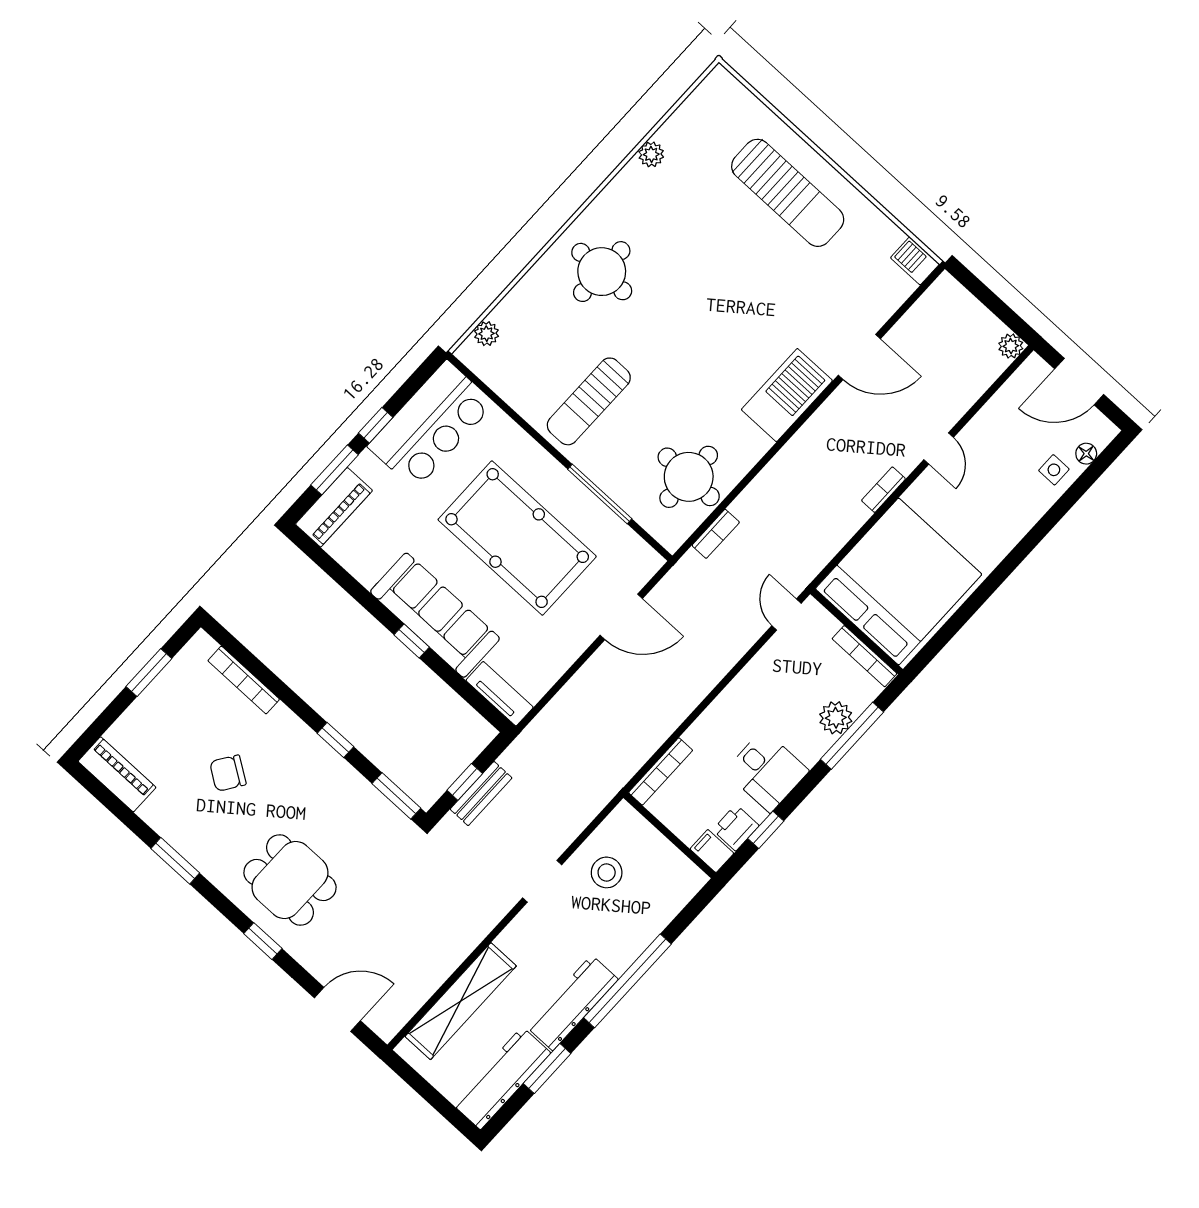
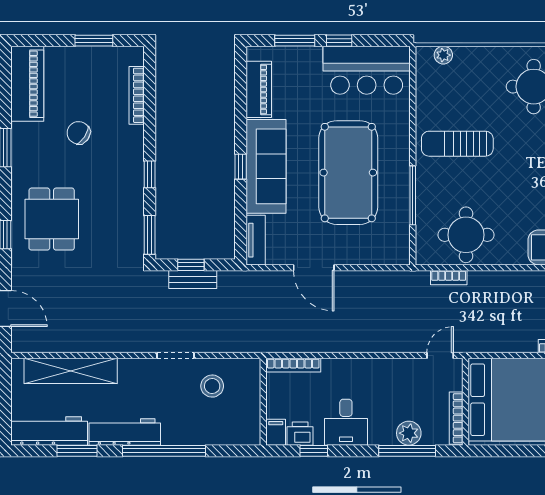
piano: (334, 507) -> (259, 89), moved, turned -90
door: (621, 617) -> (314, 268), moved
piano: (117, 774) -> (27, 84), width x1.37, depth x1.33

